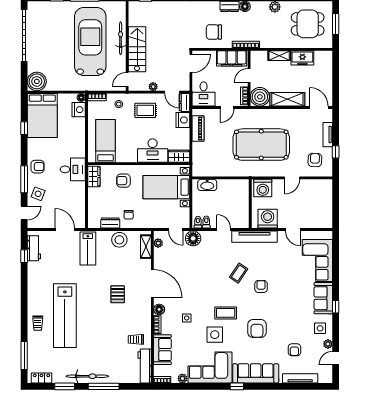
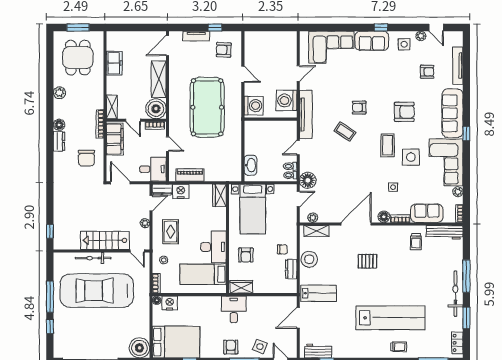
shelving: (279, 56) -> (112, 107), moved
desk: (153, 150) -> (213, 247), moved

